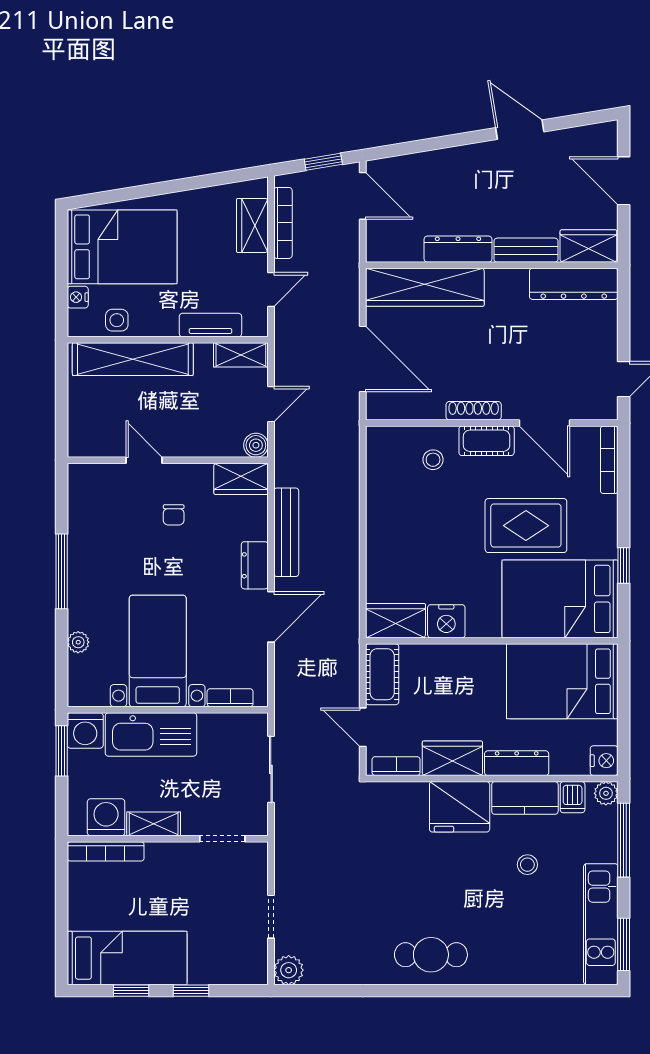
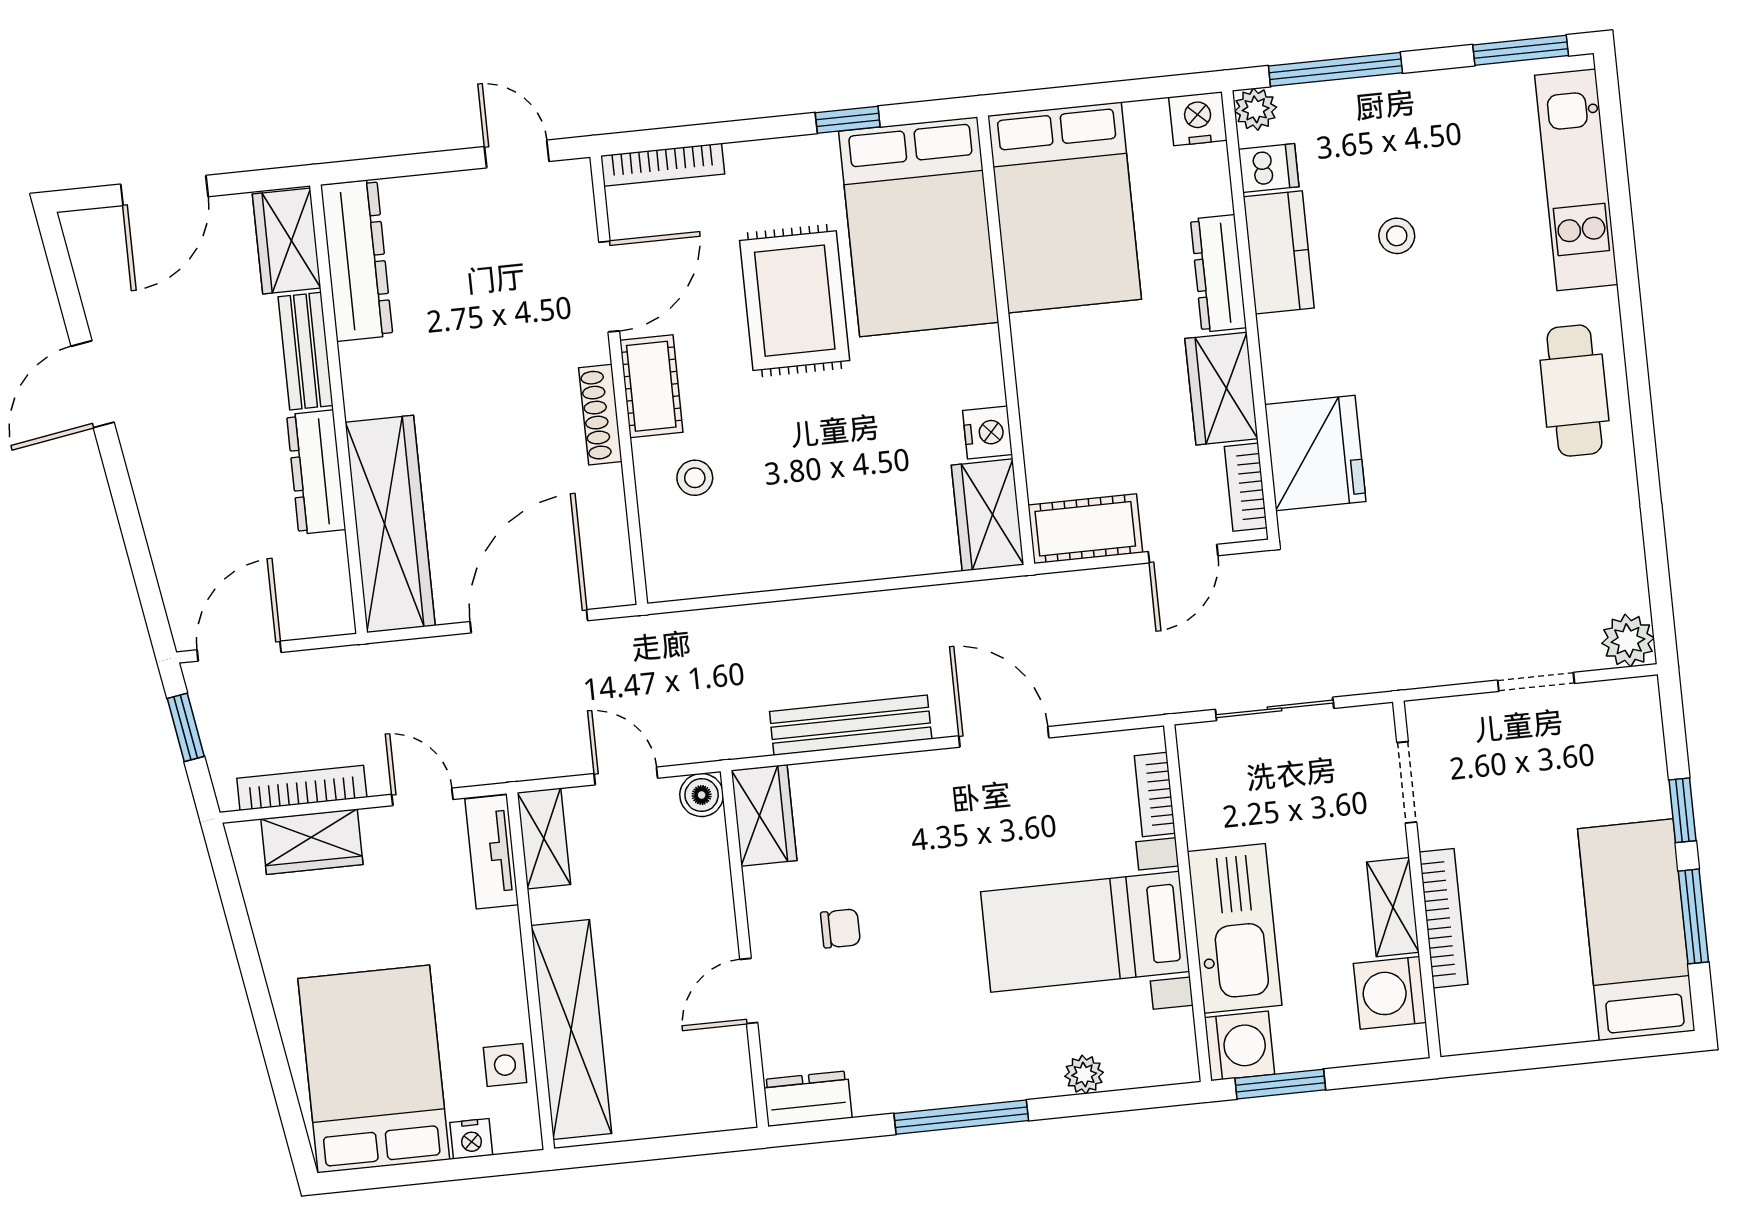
tv unit: (210, 325) -> (492, 852), moved
dresser: (255, 565) -> (808, 1099), moved, turned 180
nightstand: (446, 621) -> (988, 433), width x0.74, depth x0.75
fridge: (460, 807) -> (1315, 453), moved
bookcase: (106, 851) -> (1444, 918), moved
kitchen unit: (601, 924) -> (1576, 180), moved, turned 90
window: (131, 991) -> (1693, 916), width x1.50

